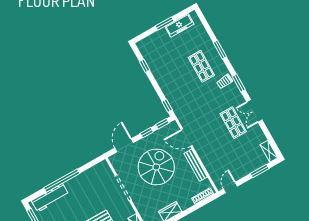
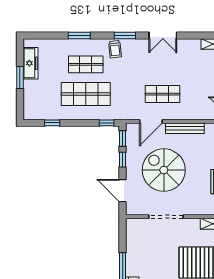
shop shelf: (180, 79) -> (86, 94), added
shop shelf: (233, 123) -> (163, 94), moved

